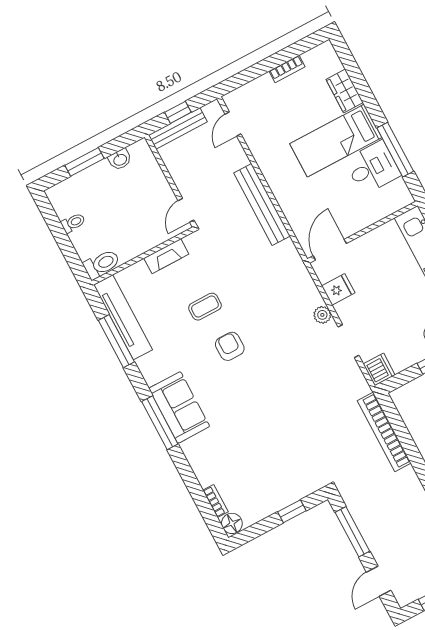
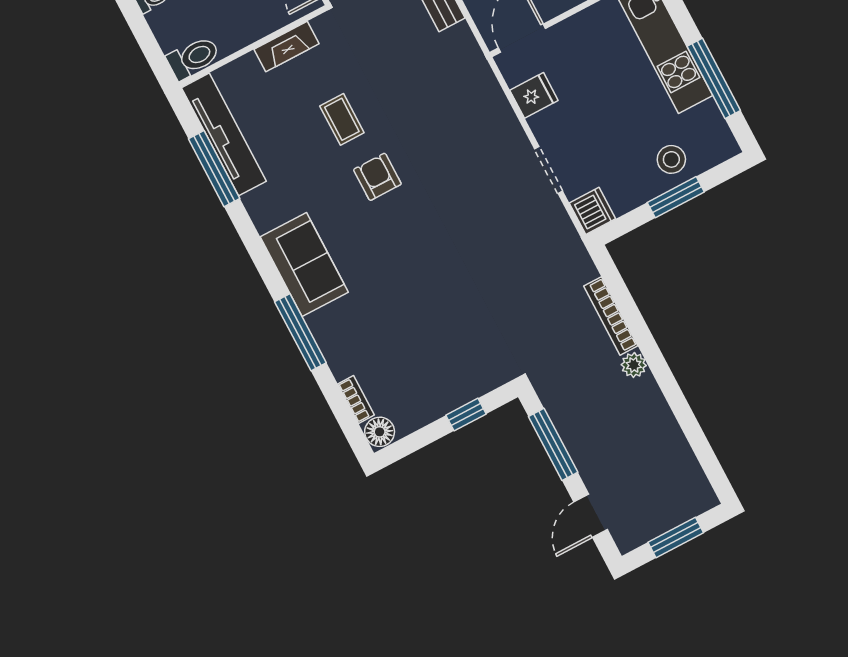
coffee table: (205, 307) -> (342, 119), turned 90
plant: (322, 315) -> (634, 365), moved
window: (160, 423) -> (300, 332), moved
bookcase: (384, 432) -> (611, 316), width x0.68, depth x0.76

